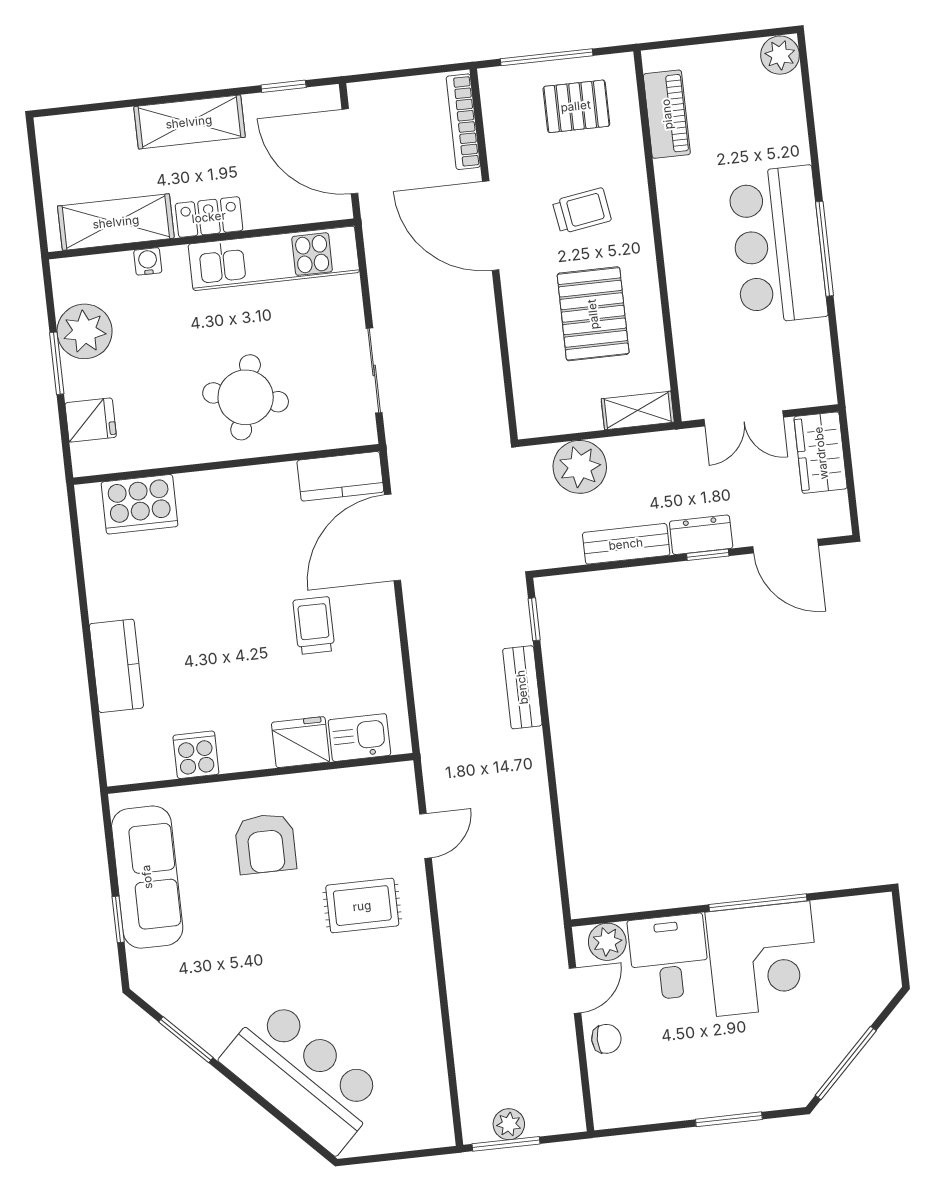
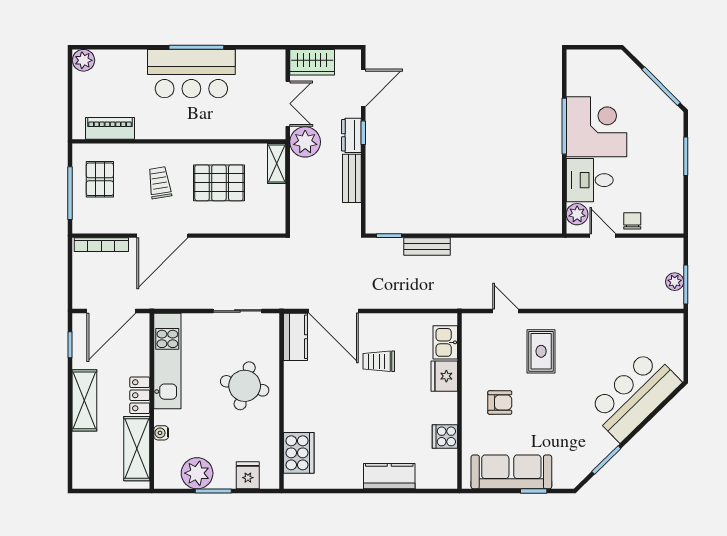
plant: (580, 467) -> (305, 142), moved
armchair: (265, 844) -> (500, 402), width x0.72, depth x0.72

